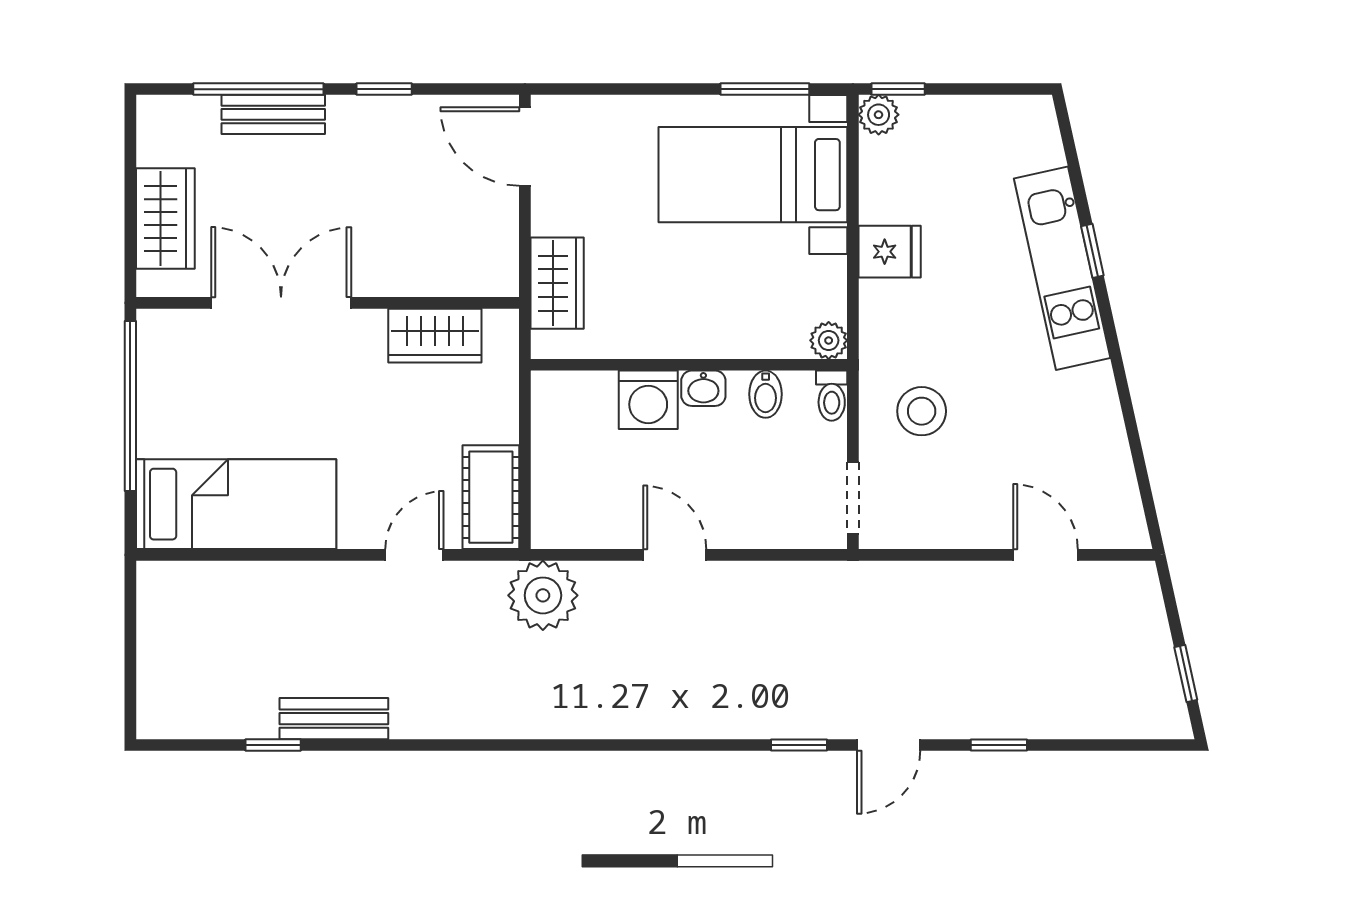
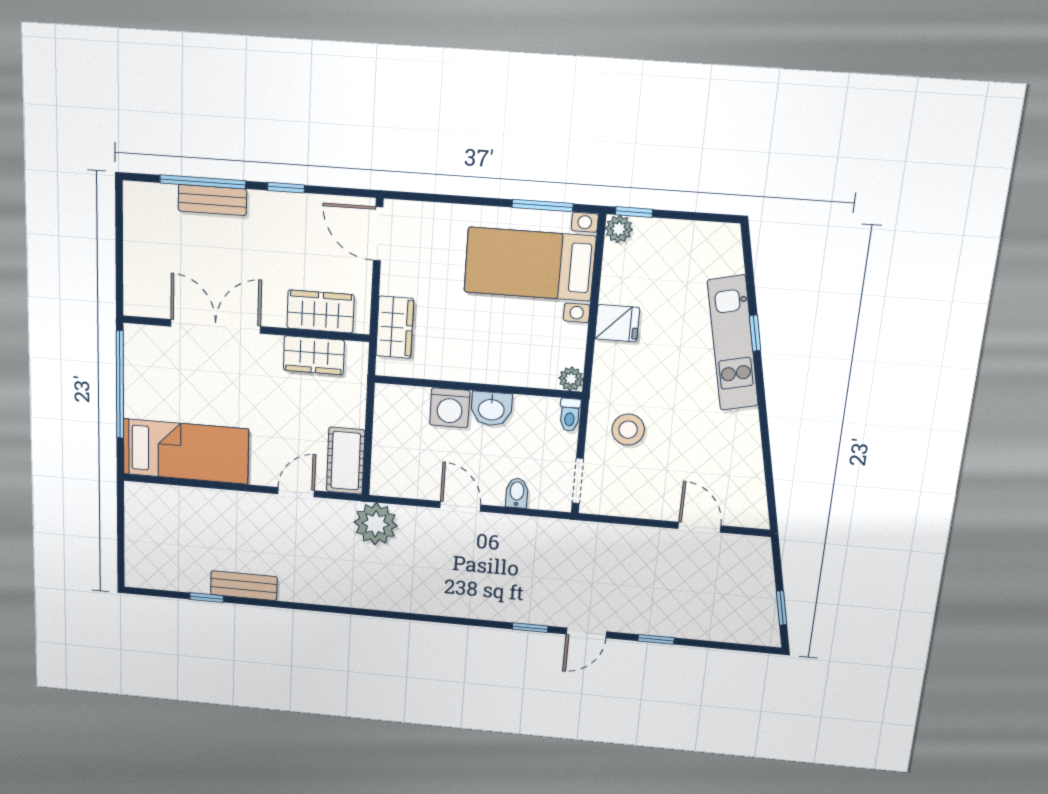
wardrobe: (165, 218) -> (320, 311), moved, turned -90
washbasin: (703, 388) -> (491, 409), width x1.38, depth x1.45
bidet: (766, 394) -> (517, 493), moved, turned 180

